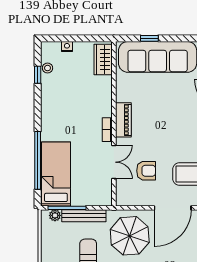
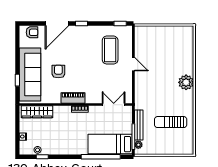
wardrobe: (103, 60) -> (37, 112), width x1.50
double door: (114, 162) -> (114, 105), moved
armchair: (146, 171) -> (58, 72), moved
door: (173, 208) -> (133, 64), width x0.53
parasol: (130, 236) -> (152, 94), removed

